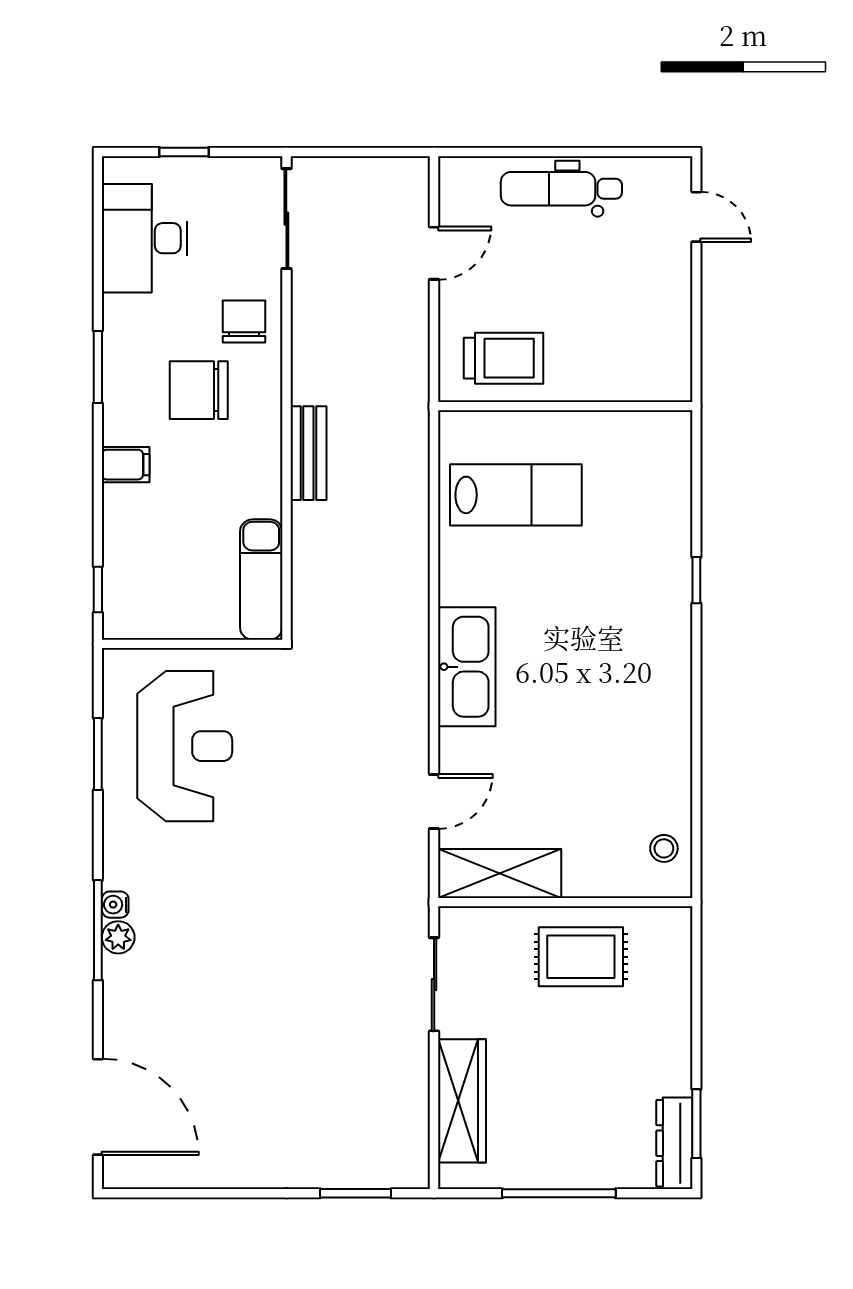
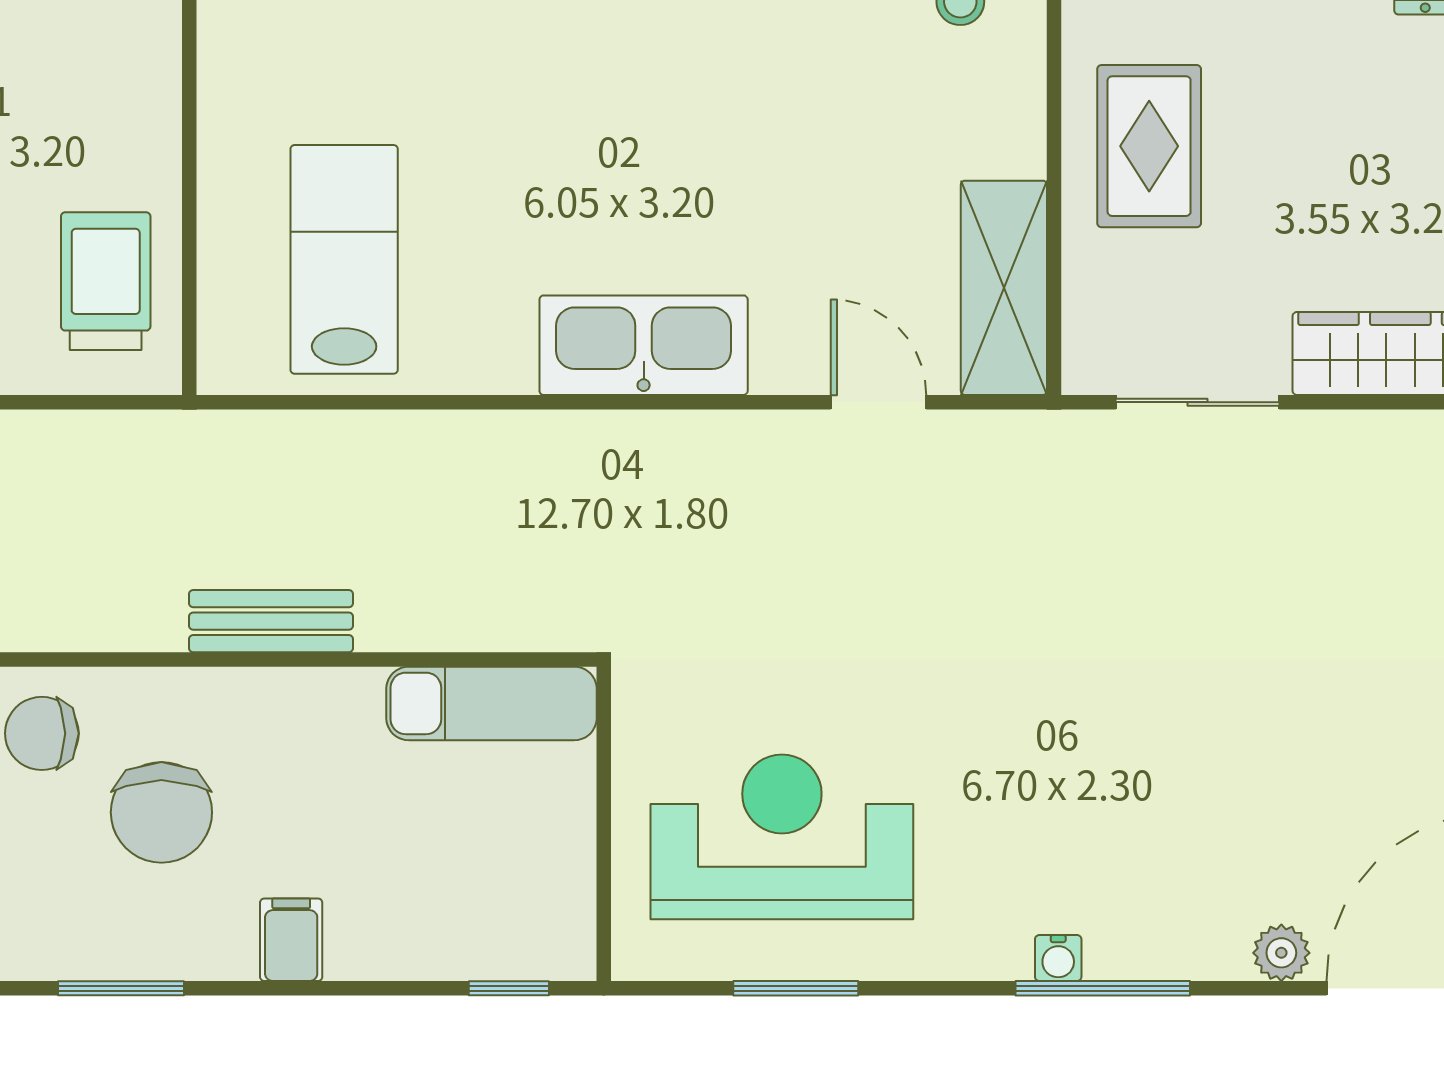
plant: (118, 937) -> (1281, 953), moved

